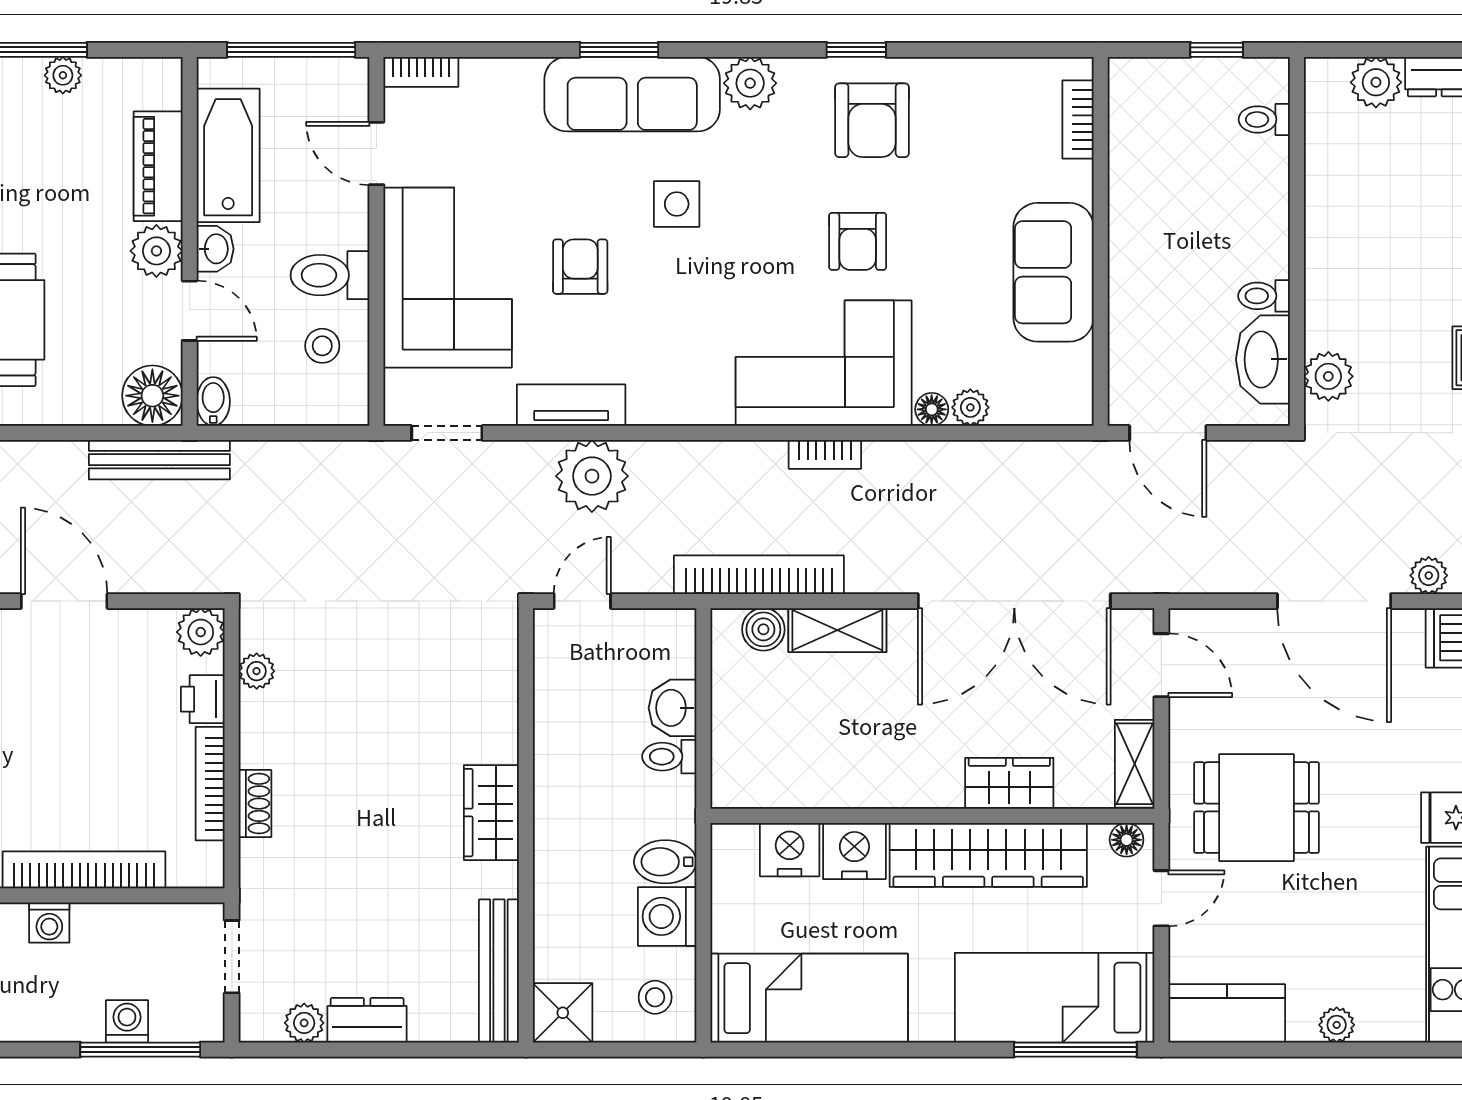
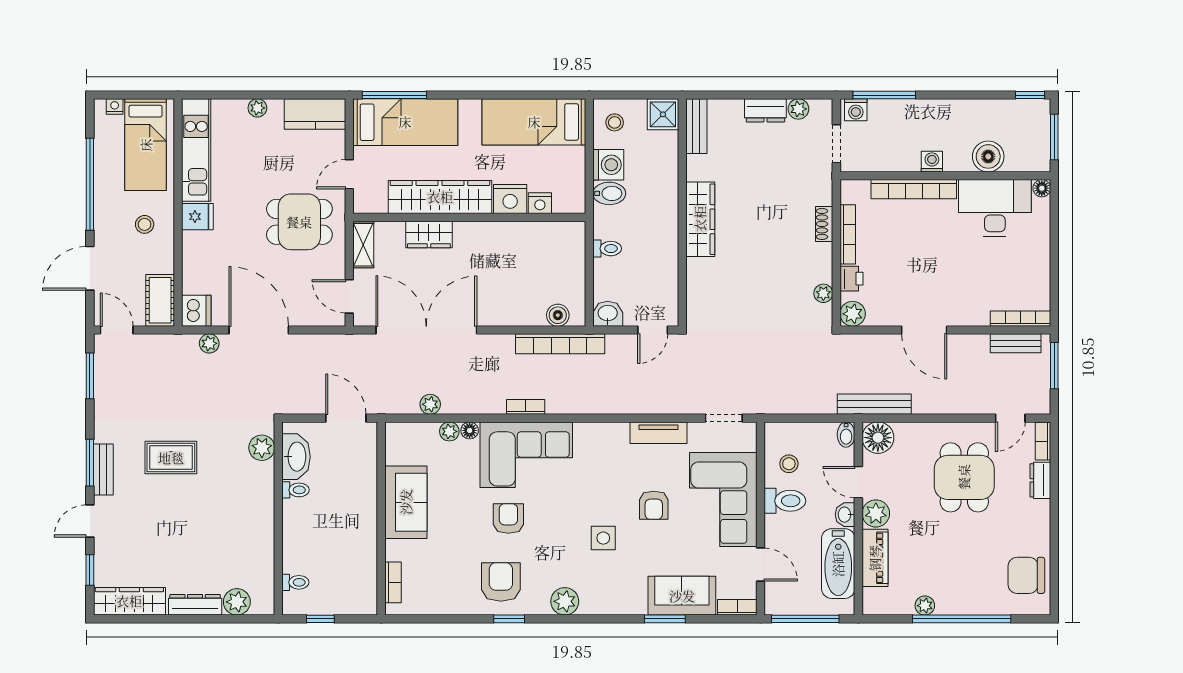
window: (619, 50) -> (665, 619), moved
sofa: (632, 94) -> (682, 596), moved, width x0.73
plant: (592, 476) -> (430, 404), moved, width x0.53, depth x0.53
shelving: (837, 630) -> (519, 315), removed
washbasin: (672, 708) -> (608, 314), moved, turned -90
wardrobe: (491, 813) -> (700, 219), width x1.50
floor lamp: (1127, 840) -> (368, 205), removed
nightstand: (790, 850) -> (540, 203), width x0.74, depth x0.75
bench: (499, 971) -> (696, 126), width x0.73
washing machine: (127, 1021) -> (856, 110), moved

